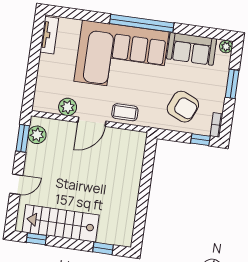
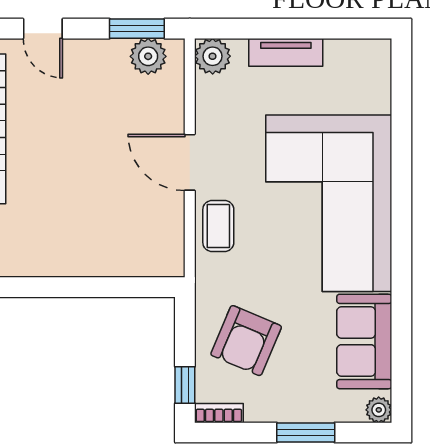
window: (142, 23) -> (401, 234), removed
tv unit: (49, 35) -> (286, 52), moved
plant: (68, 107) -> (213, 56), moved

